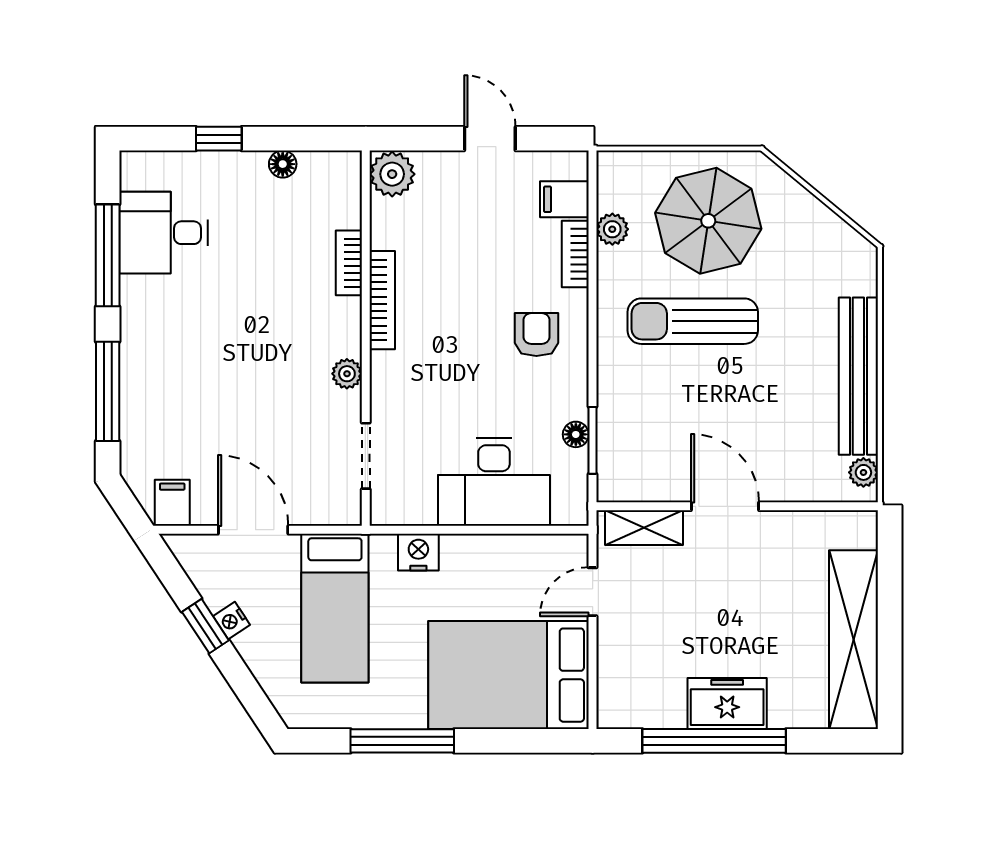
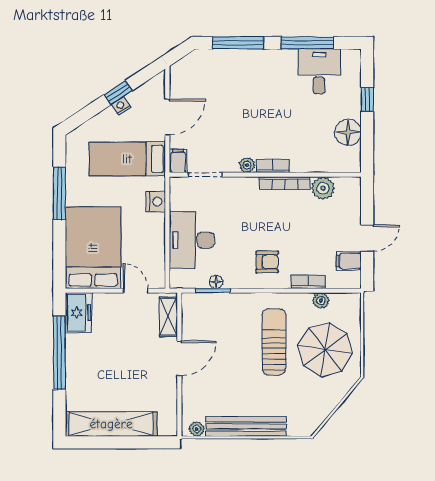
floor lamp: (283, 164) -> (348, 132), width x1.89, depth x1.89
plant: (392, 174) -> (323, 188), moved
filing cabinet: (564, 199) -> (349, 261), moved, turned -90
bookcase: (349, 263) -> (273, 166), moved
filing cabinet: (172, 503) -> (178, 161), moved, turned -90
freezer: (727, 703) -> (79, 313), moved

